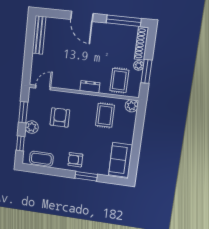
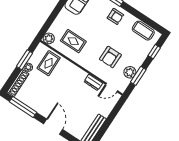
dresser: (90, 87) -> (93, 82), moved
rug: (105, 115) -> (73, 41), turned 90
plant: (32, 127) -> (130, 72), moved

